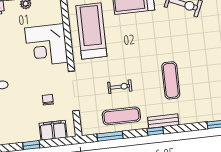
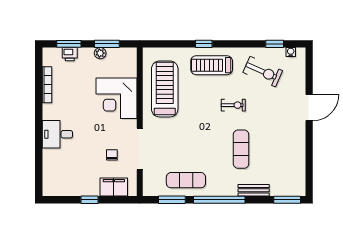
exercise bike: (120, 87) -> (233, 105), moved
bench: (163, 121) -> (254, 190), moved
window: (155, 131) -> (219, 200), width x3.17

